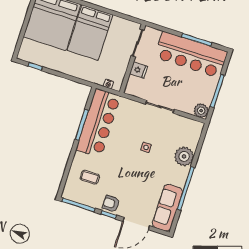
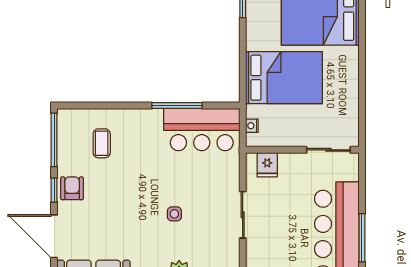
bed: (90, 33) -> (284, 78), moved, turned 180
fridge: (139, 70) -> (267, 165), moved
bar counter: (98, 123) -> (202, 130), width x0.73

